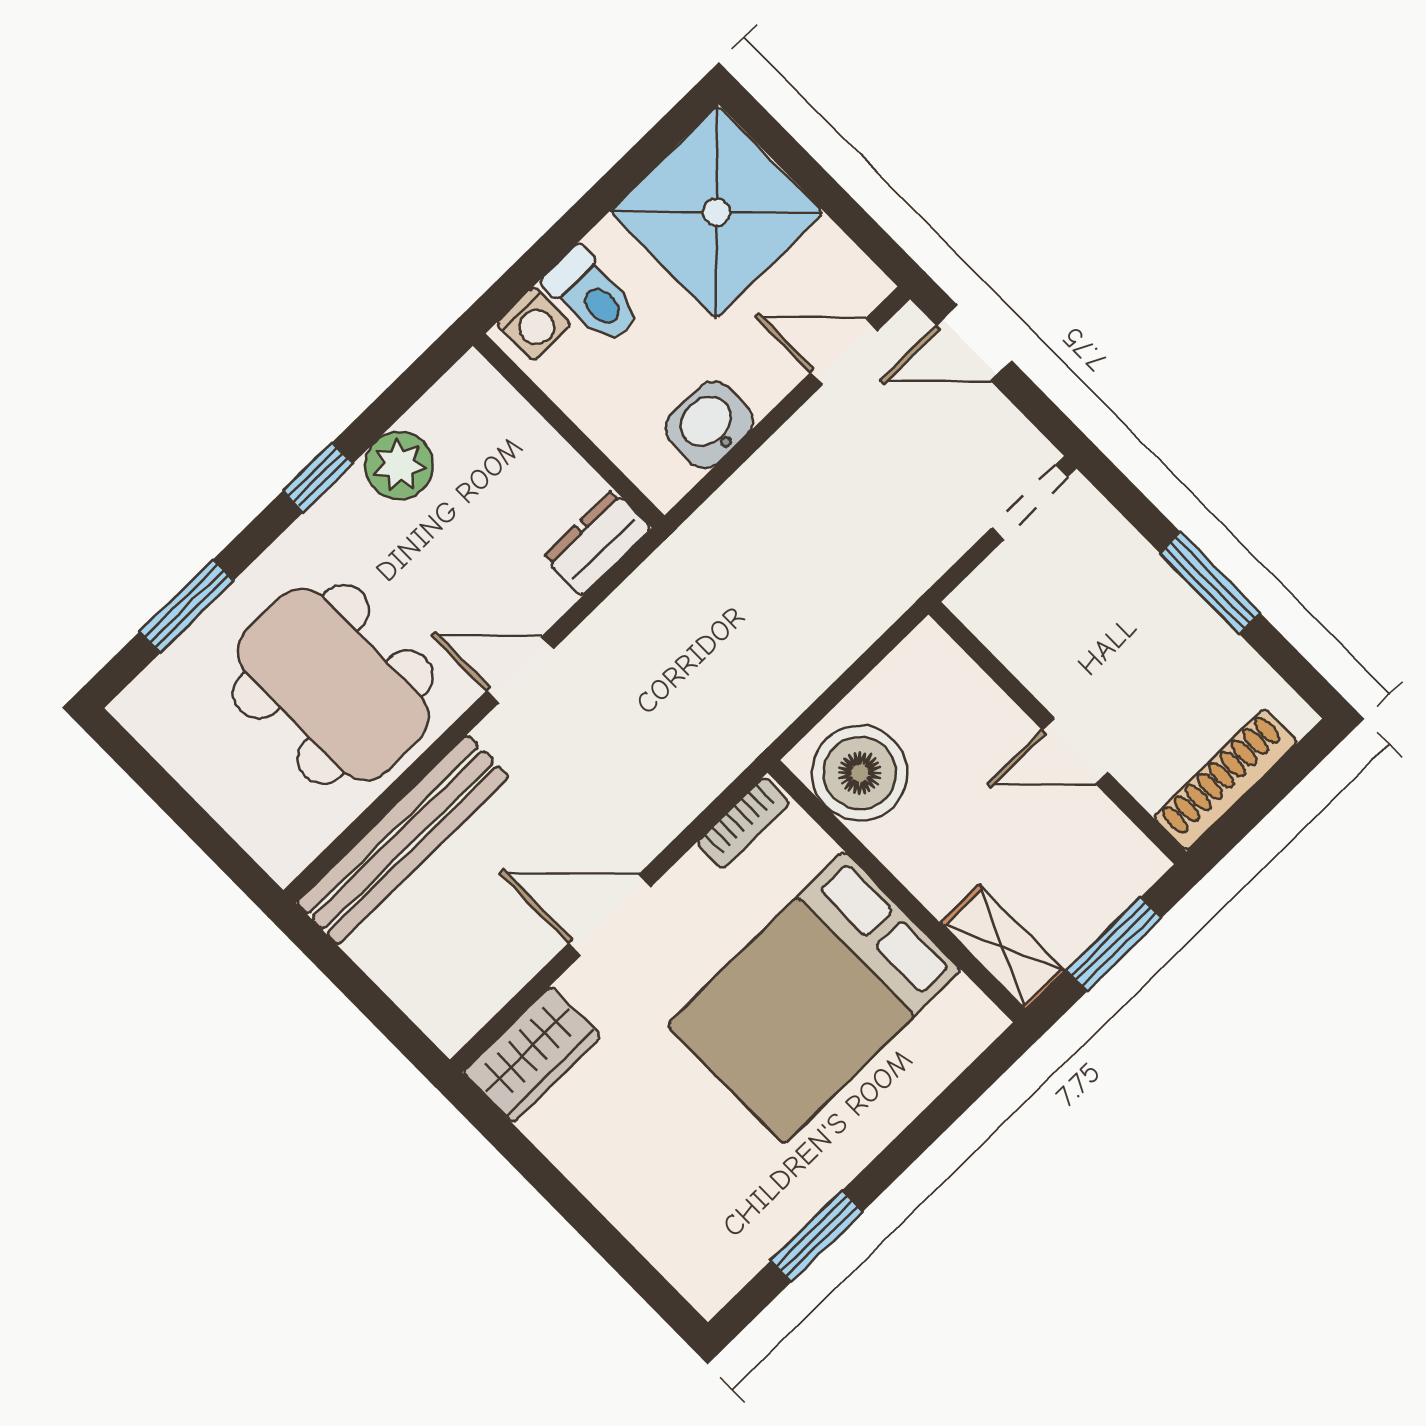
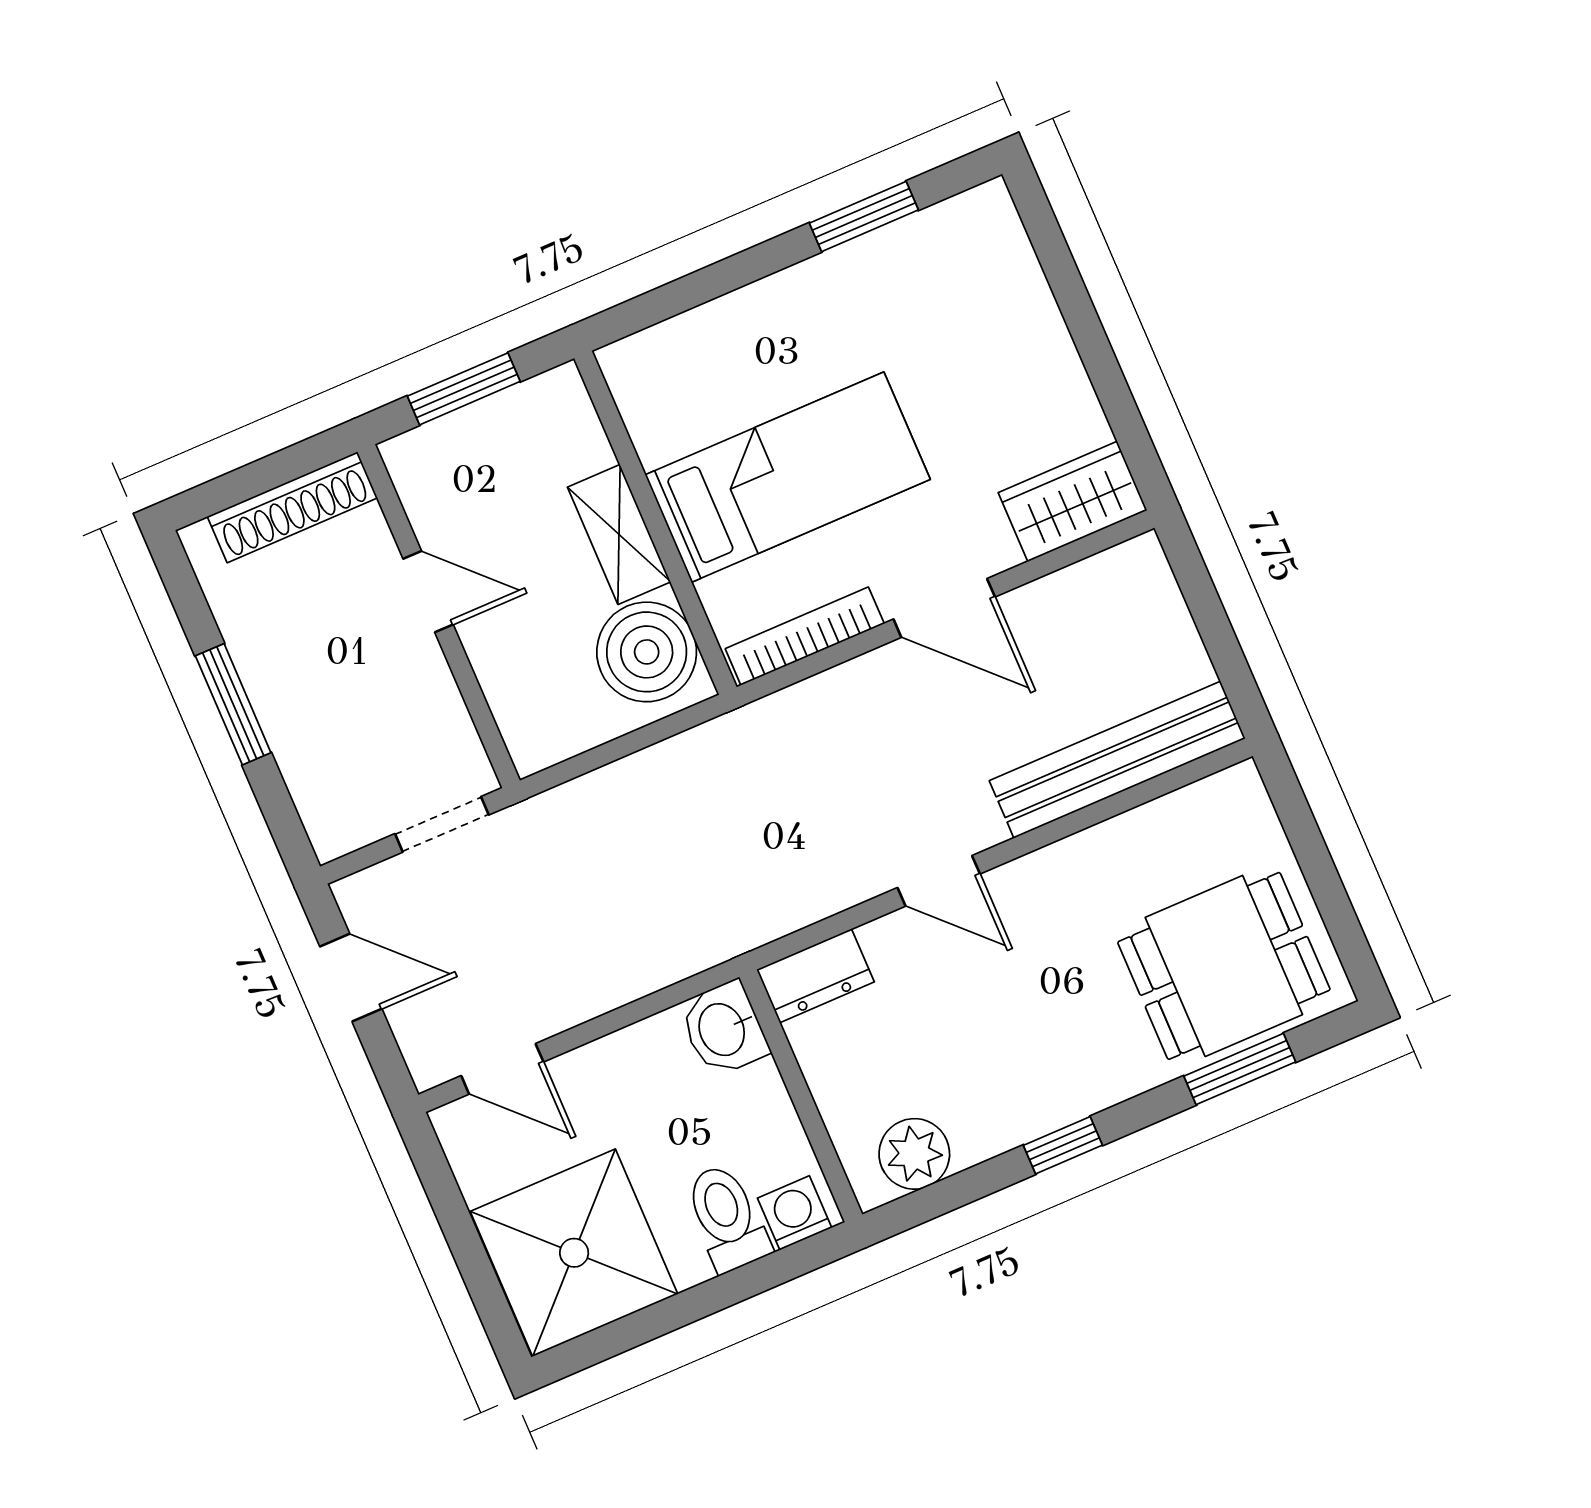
door: (974, 343) -> (351, 978), moved
washbasin: (709, 425) -> (724, 1029), moved, turned 90
plant: (399, 465) -> (914, 1154), moved
doorway: (1029, 503) -> (442, 824), moved
dining table: (333, 684) -> (1224, 966), moved, width x0.73
bookcase: (743, 823) -> (805, 636), width x1.56
shelving: (1002, 947) -> (619, 535), moved
bed: (814, 998) -> (788, 477), width x0.67

